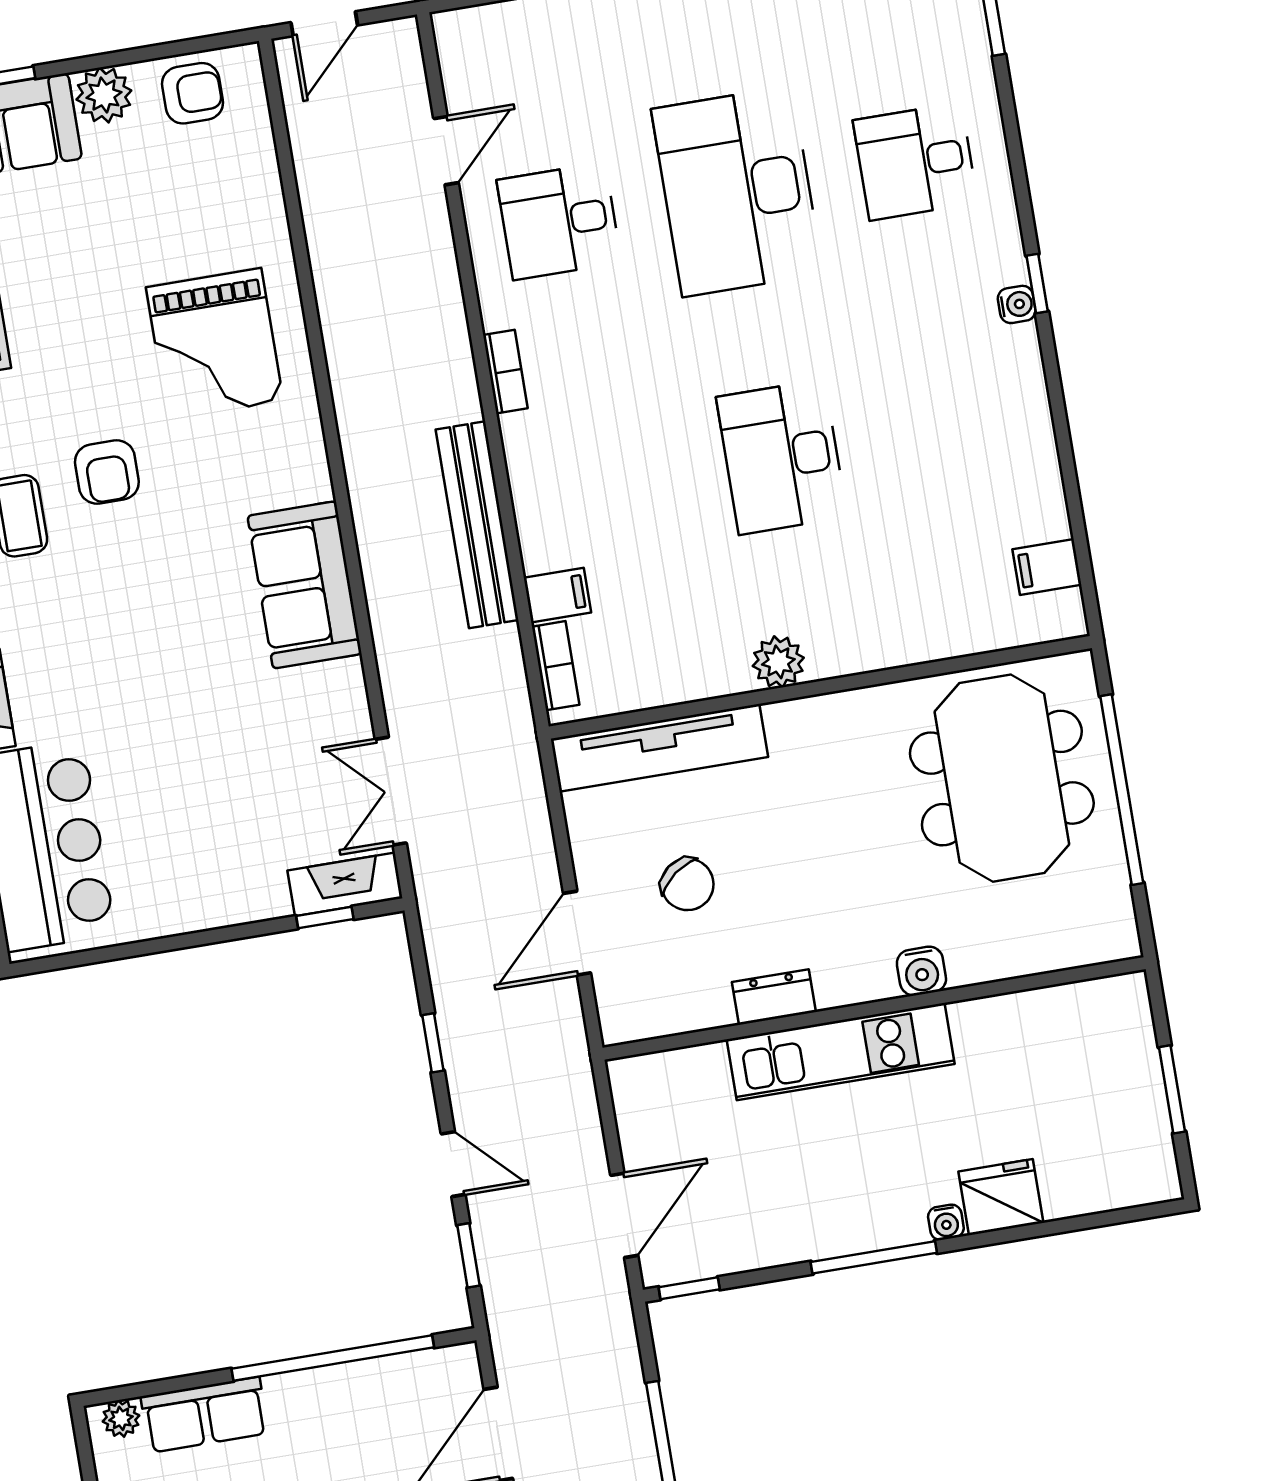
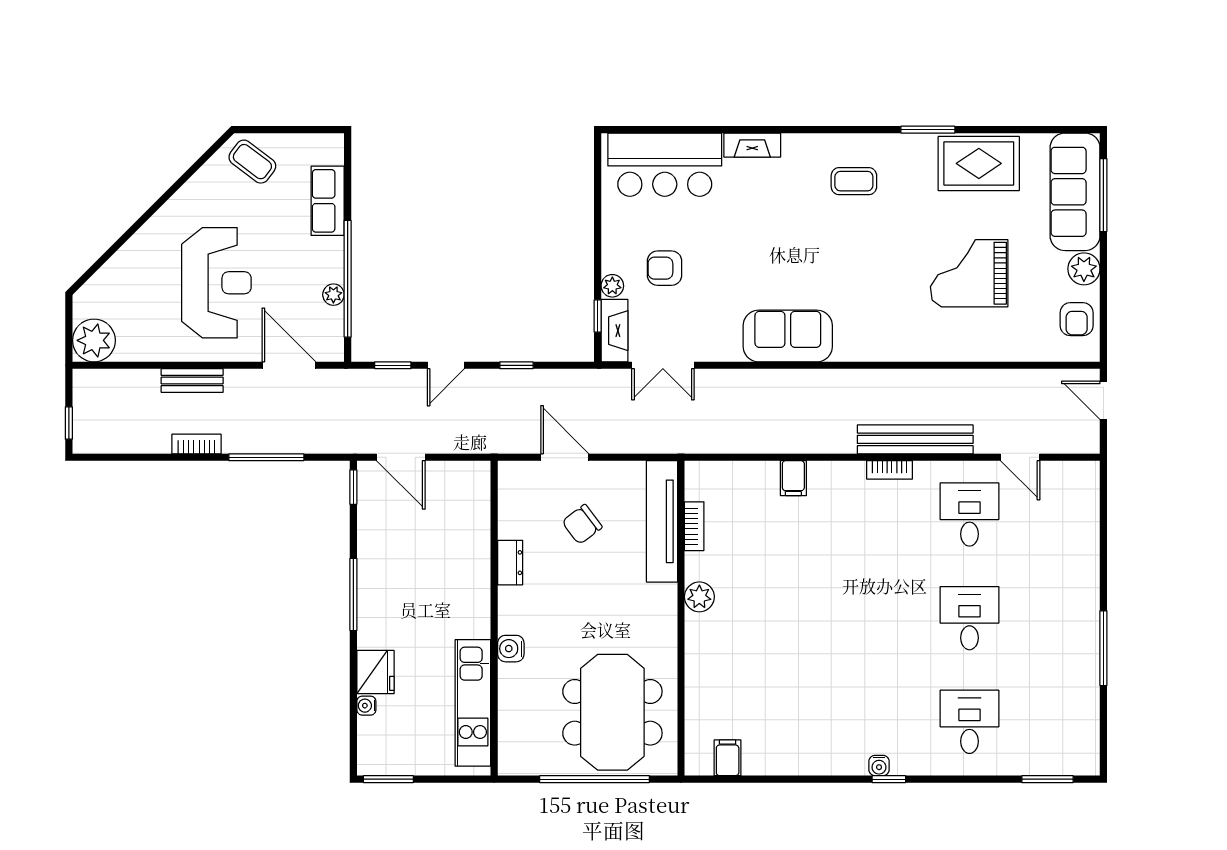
desk: (737, 191) -> (969, 618), width x0.53, depth x0.77
grand piano: (215, 344) -> (969, 273), moved
desk: (782, 457) -> (815, 618), removed
armchair: (107, 472) -> (665, 268), moved
bench: (477, 525) -> (915, 439), moved
filing cabinet: (557, 595) -> (793, 478), moved
bookcase: (556, 666) -> (694, 526), moved, turned -90
meeting table: (1002, 778) -> (612, 712), turned 90
double door: (391, 791) -> (663, 365), swing flipped
plant: (269, 901) -> (612, 286), added
kitchen unit: (841, 1052) -> (473, 703), moved
window: (1172, 1089) -> (388, 779), moved
water cooler: (946, 1222) -> (366, 706), moved
plant: (121, 1418) -> (333, 295), moved

